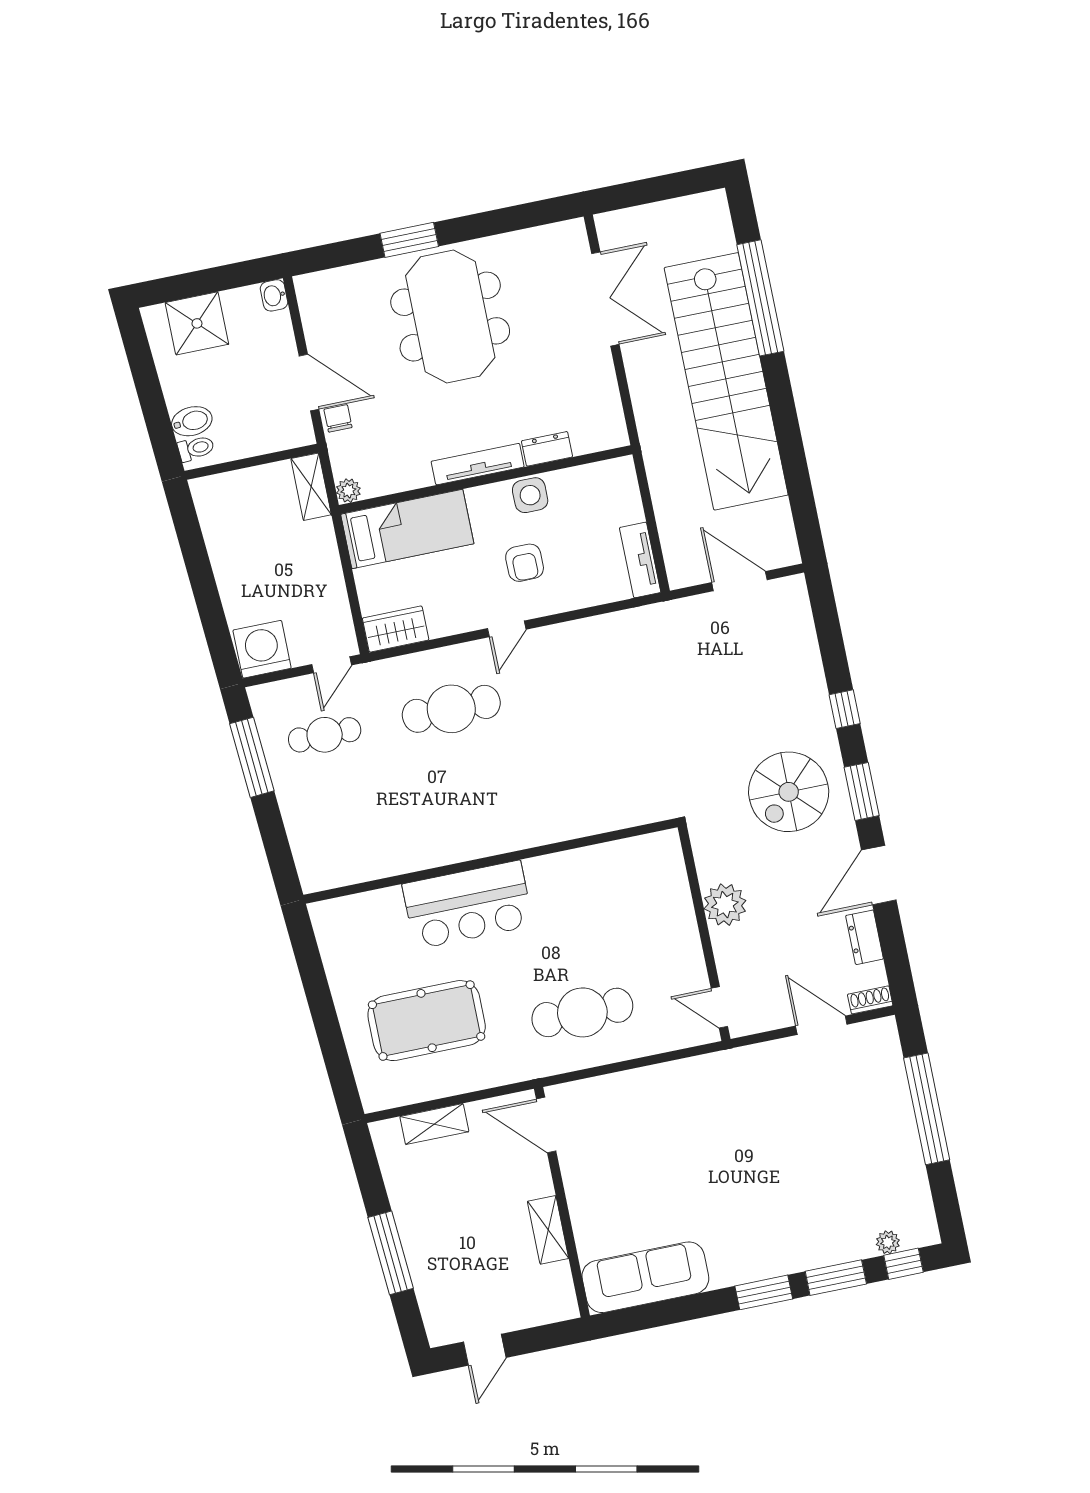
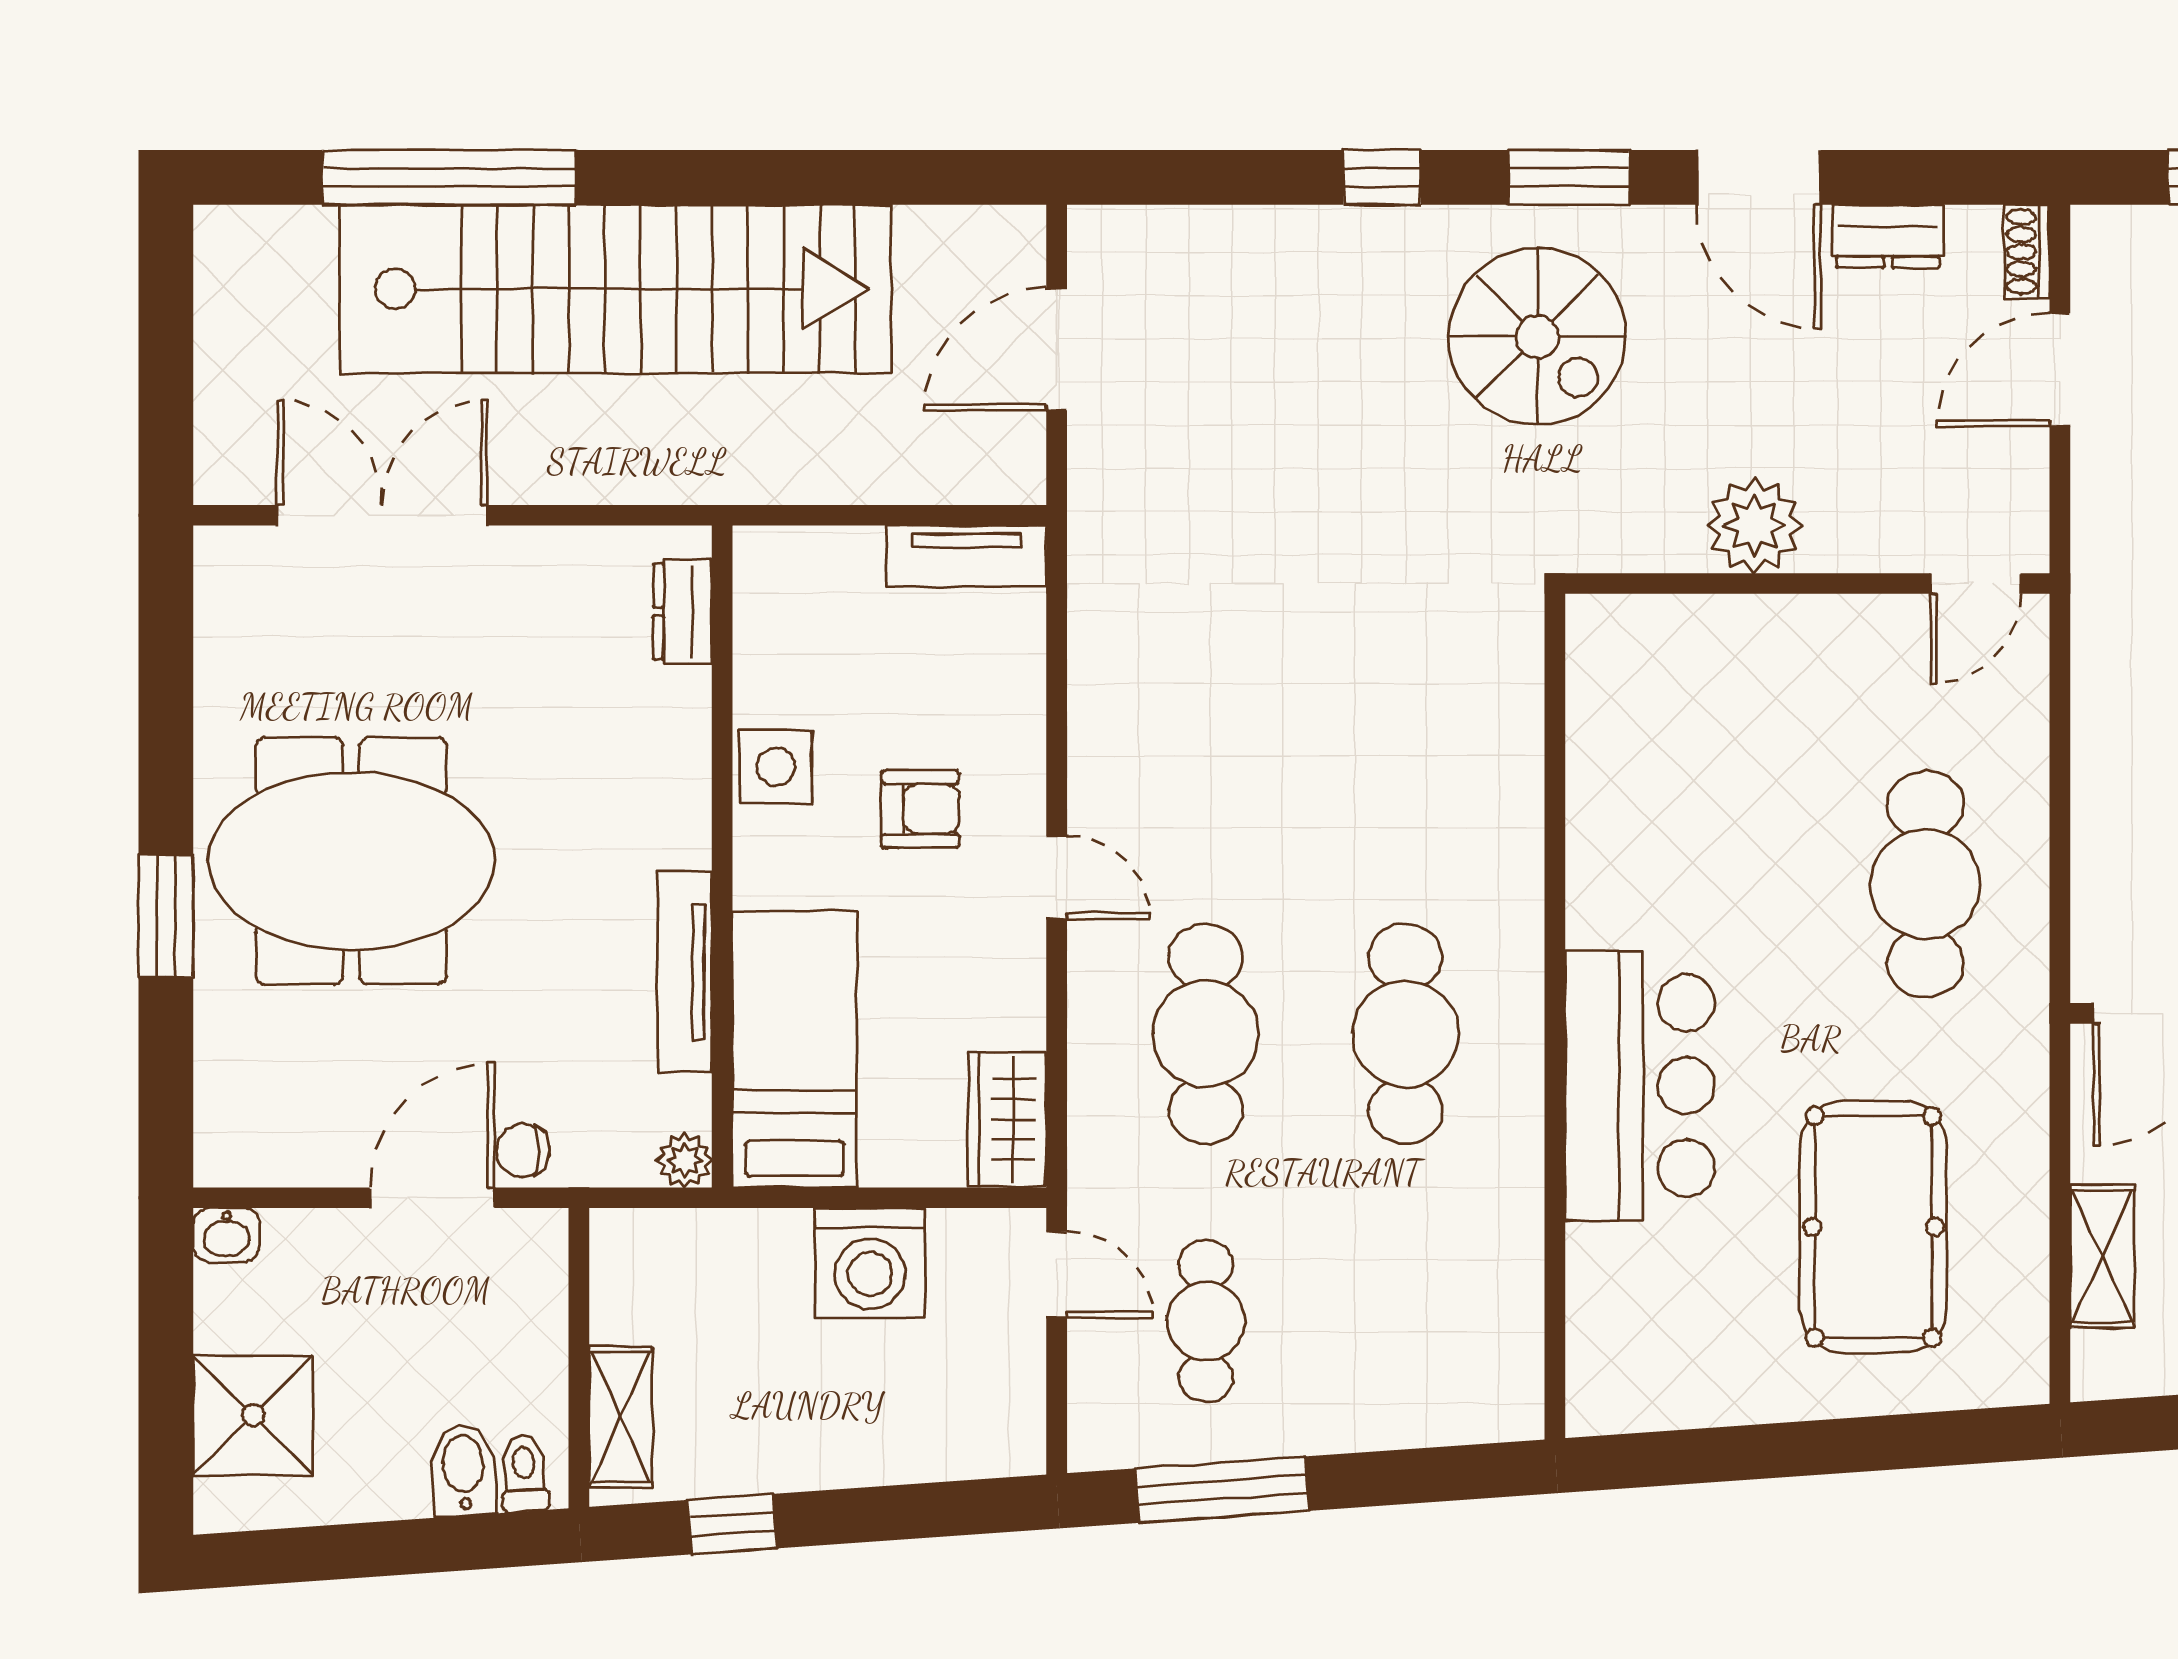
dresser: (547, 449) -> (683, 612), moved
tv unit: (478, 464) -> (685, 972), moved
shelving: (311, 487) -> (621, 1417), moved, turned 90
window: (192, 545) -> (732, 1524), added
washing machine: (262, 649) -> (870, 1263), moved, turned -90
cafe table: (469, 797) -> (1405, 1034), added

